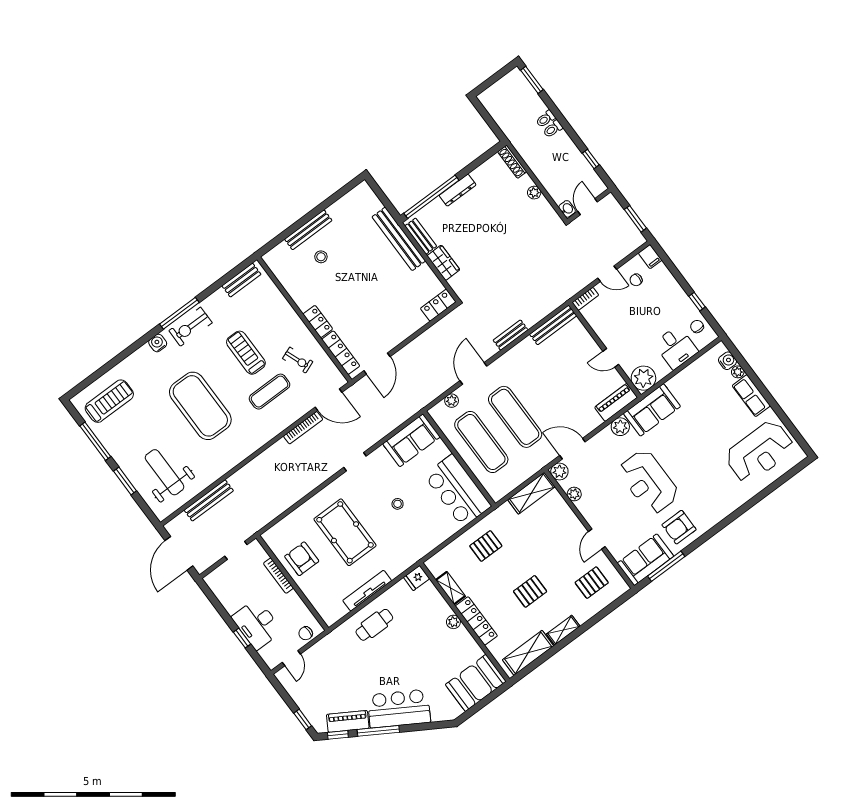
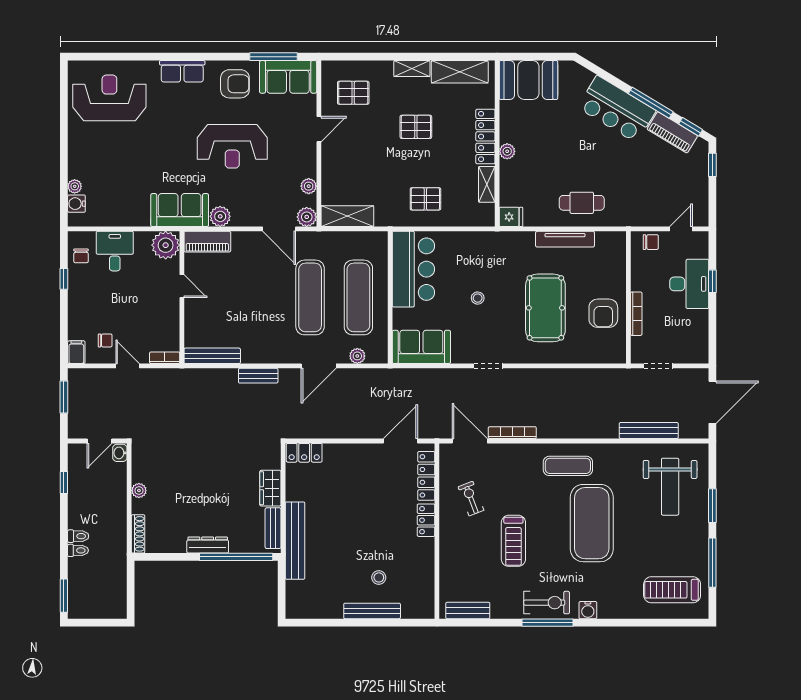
exercise mat: (270, 392) -> (568, 466), moved
row of seats: (751, 396) -> (182, 71), moved, turned 90
reception desk: (648, 482) -> (232, 146), turned 90

